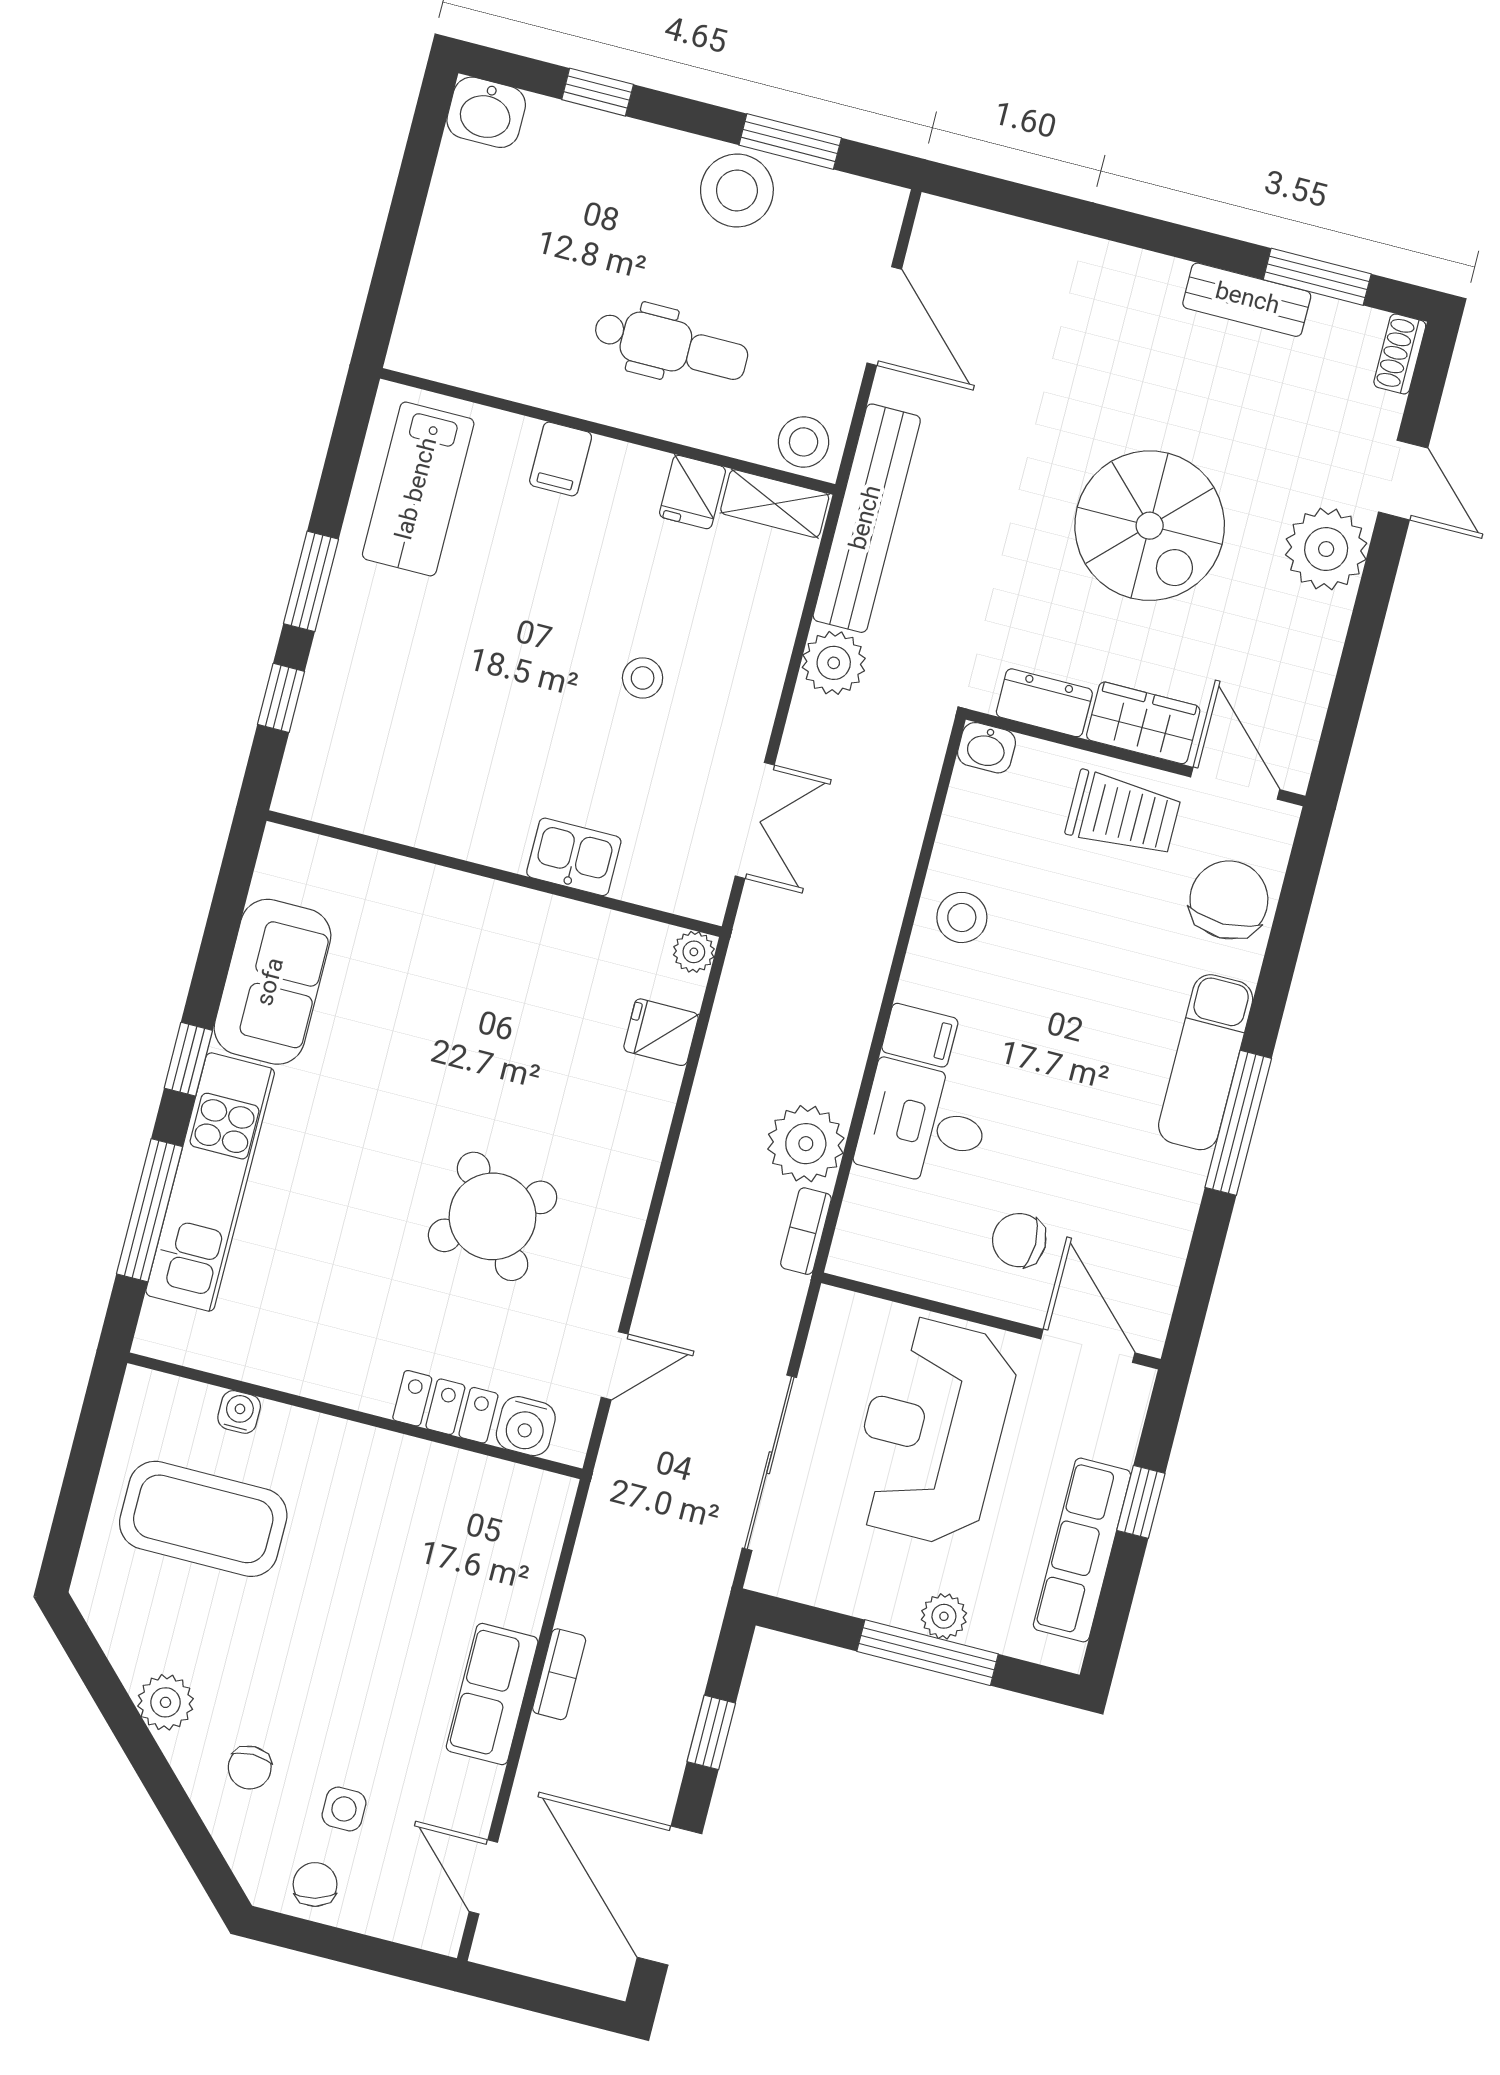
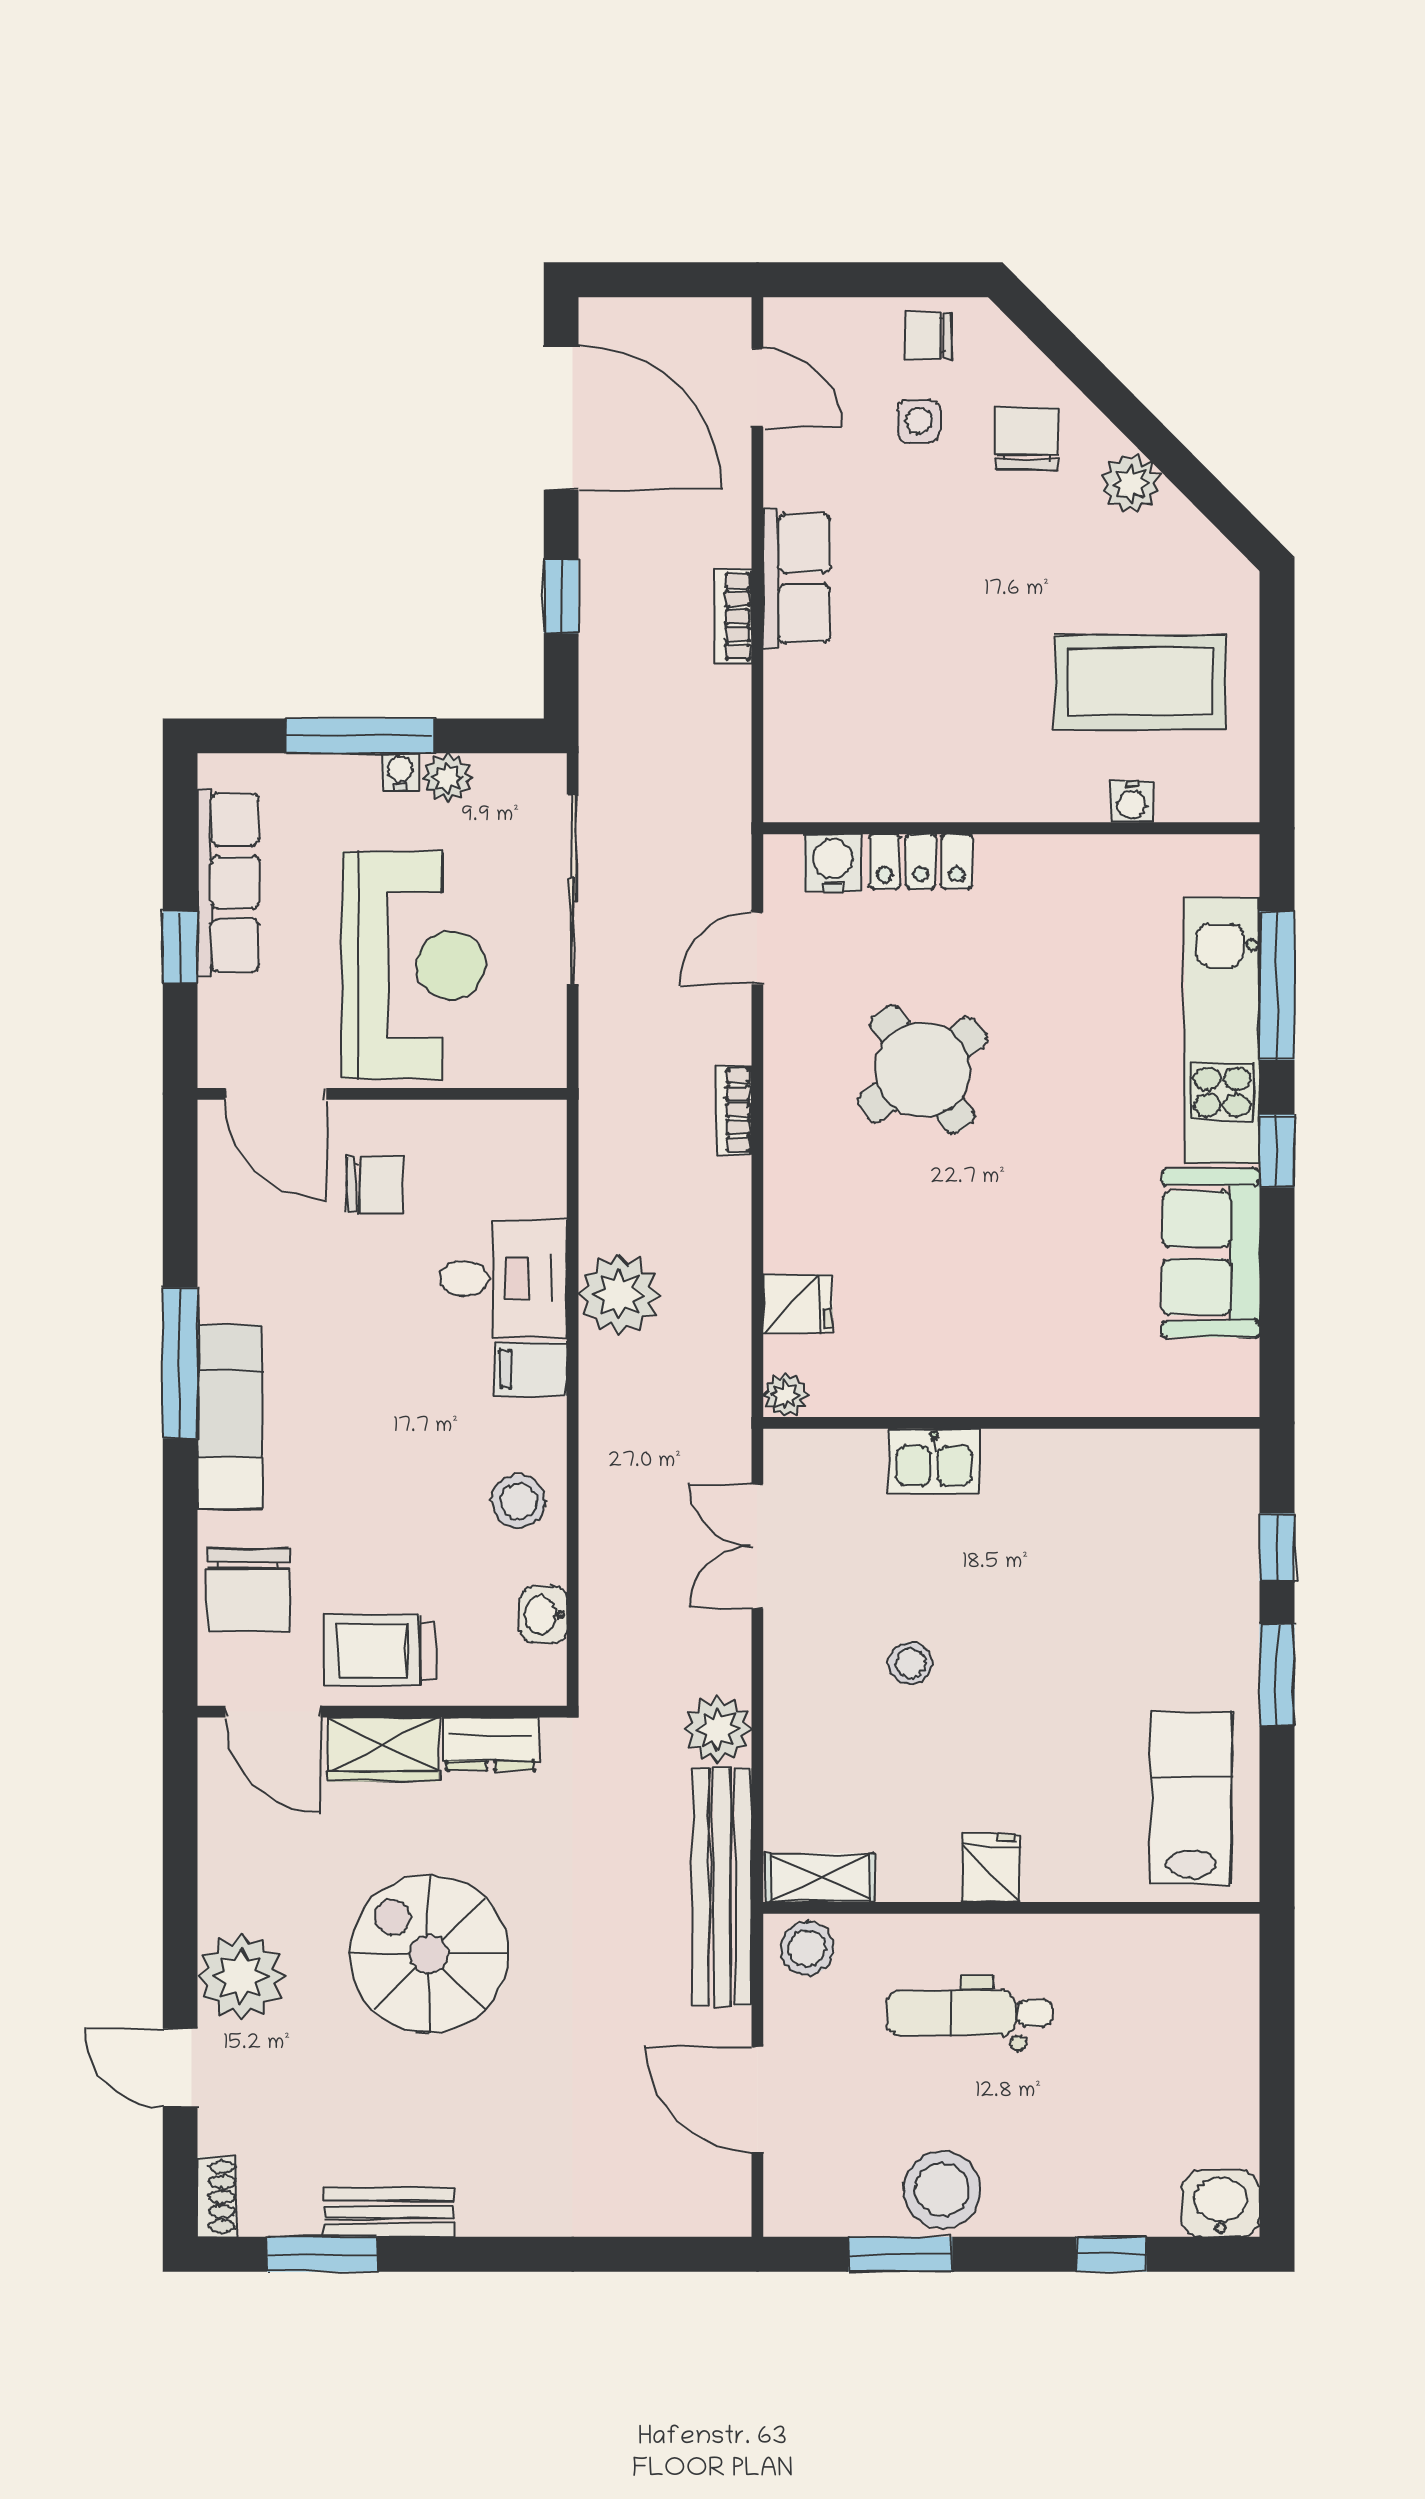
filing cabinet: (561, 459) -> (1053, 1867), removed
fridge: (692, 492) -> (991, 1868), moved
washbasin: (987, 748) -> (544, 1614), moved, turned -90
plant: (806, 1144) -> (619, 1294), moved
bookcase: (806, 1231) -> (734, 1110), moved, turned 180
water cooler: (899, 1611) -> (400, 772), added
plant: (944, 1616) -> (448, 778), moved
chair: (250, 1768) -> (1027, 439), width x1.37, depth x1.37
chair: (315, 1884) -> (929, 336), turned 105

